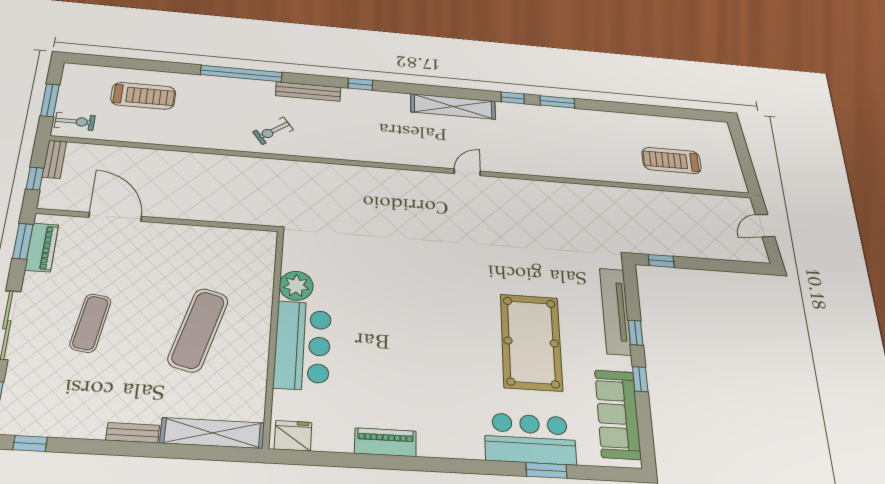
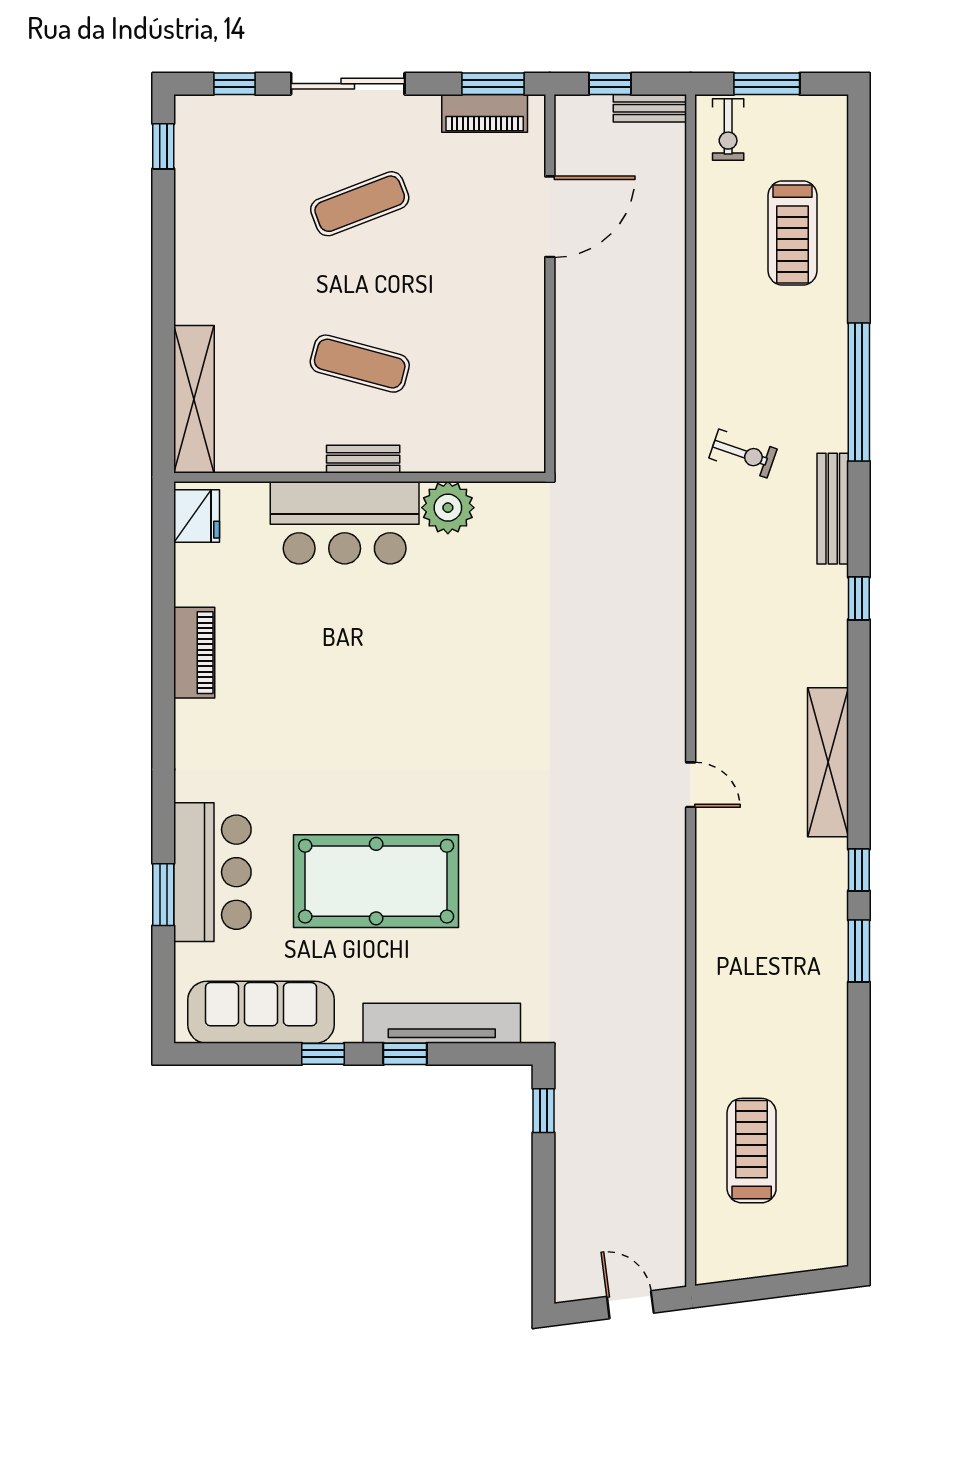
exercise bike: (273, 131) -> (743, 454), turned 145
exercise mat: (90, 323) -> (360, 204), turned -30
exercise mat: (198, 330) -> (360, 364), width x0.73, depth x0.69
bench: (133, 433) -> (363, 459), moved, turned 90

